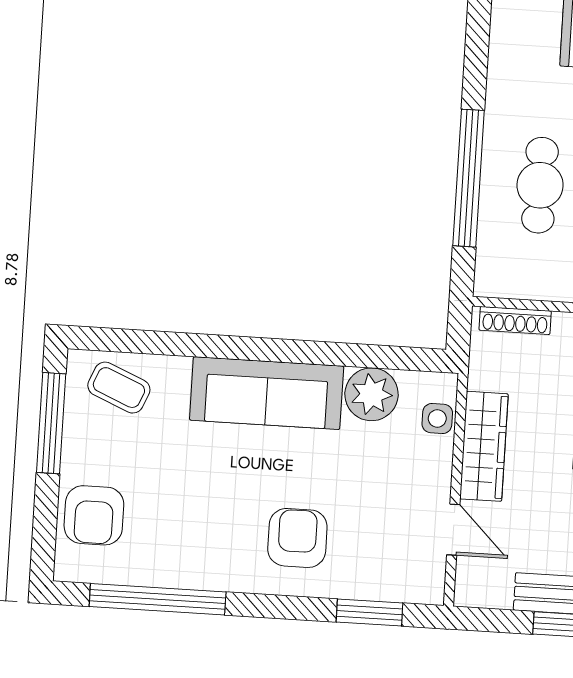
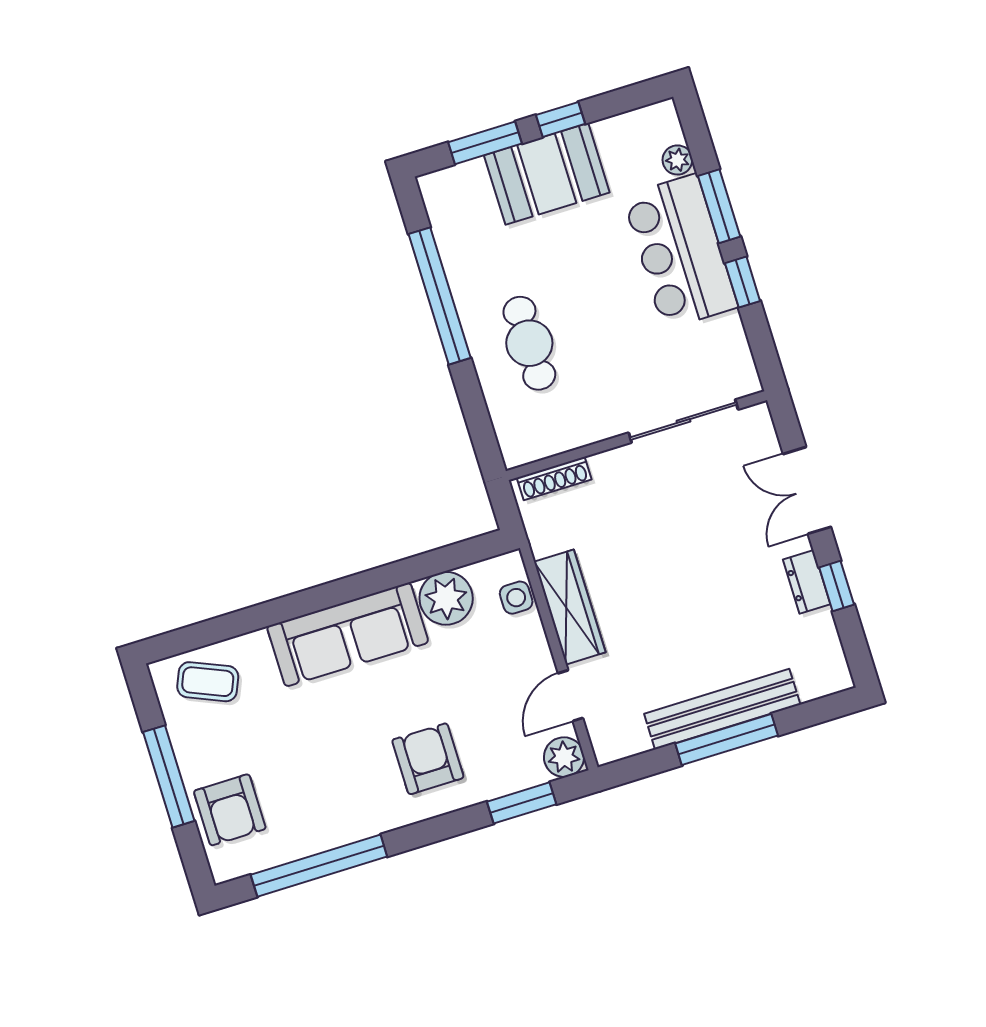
window: (469, 178) -> (440, 296), moved
window: (51, 423) -> (169, 776), moved
door: (453, 530) -> (570, 696), swing flipped
plant: (425, 585) -> (564, 757), added

